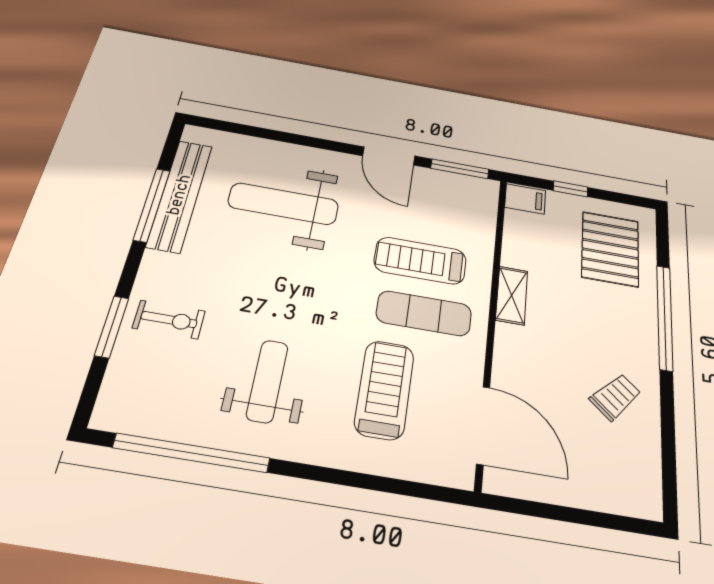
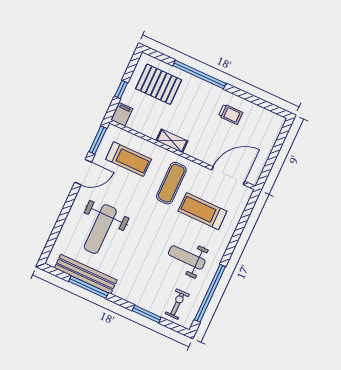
treadmill: (420, 261) -> (129, 159), moved, turned -90
exercise bike: (169, 320) -> (177, 304), moved
trolley: (616, 397) -> (231, 114), turned 138

